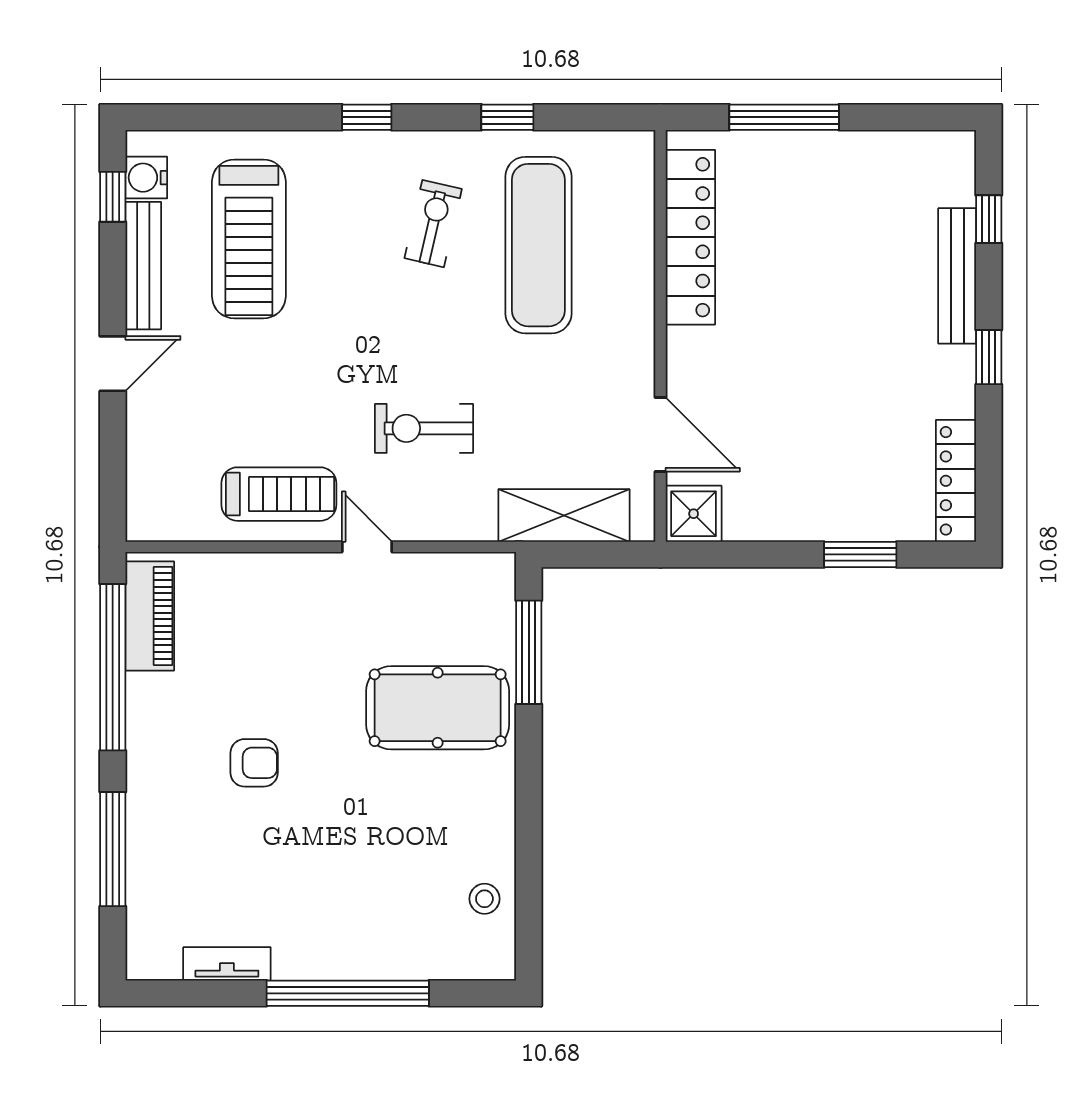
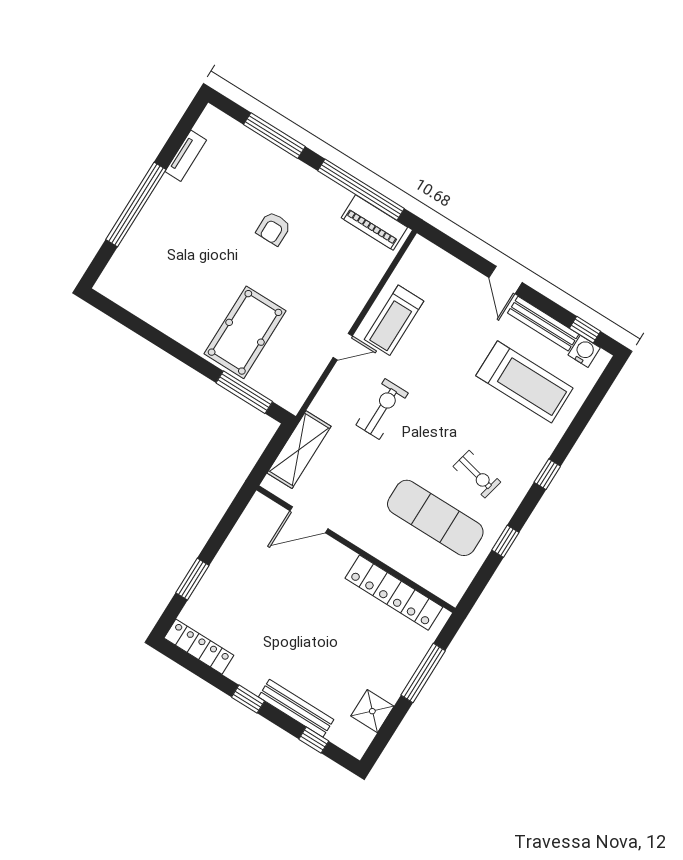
treadmill: (249, 239) -> (524, 382), turned 180
shower: (694, 514) -> (372, 711), moved
stool: (484, 899) -> (140, 298), removed

